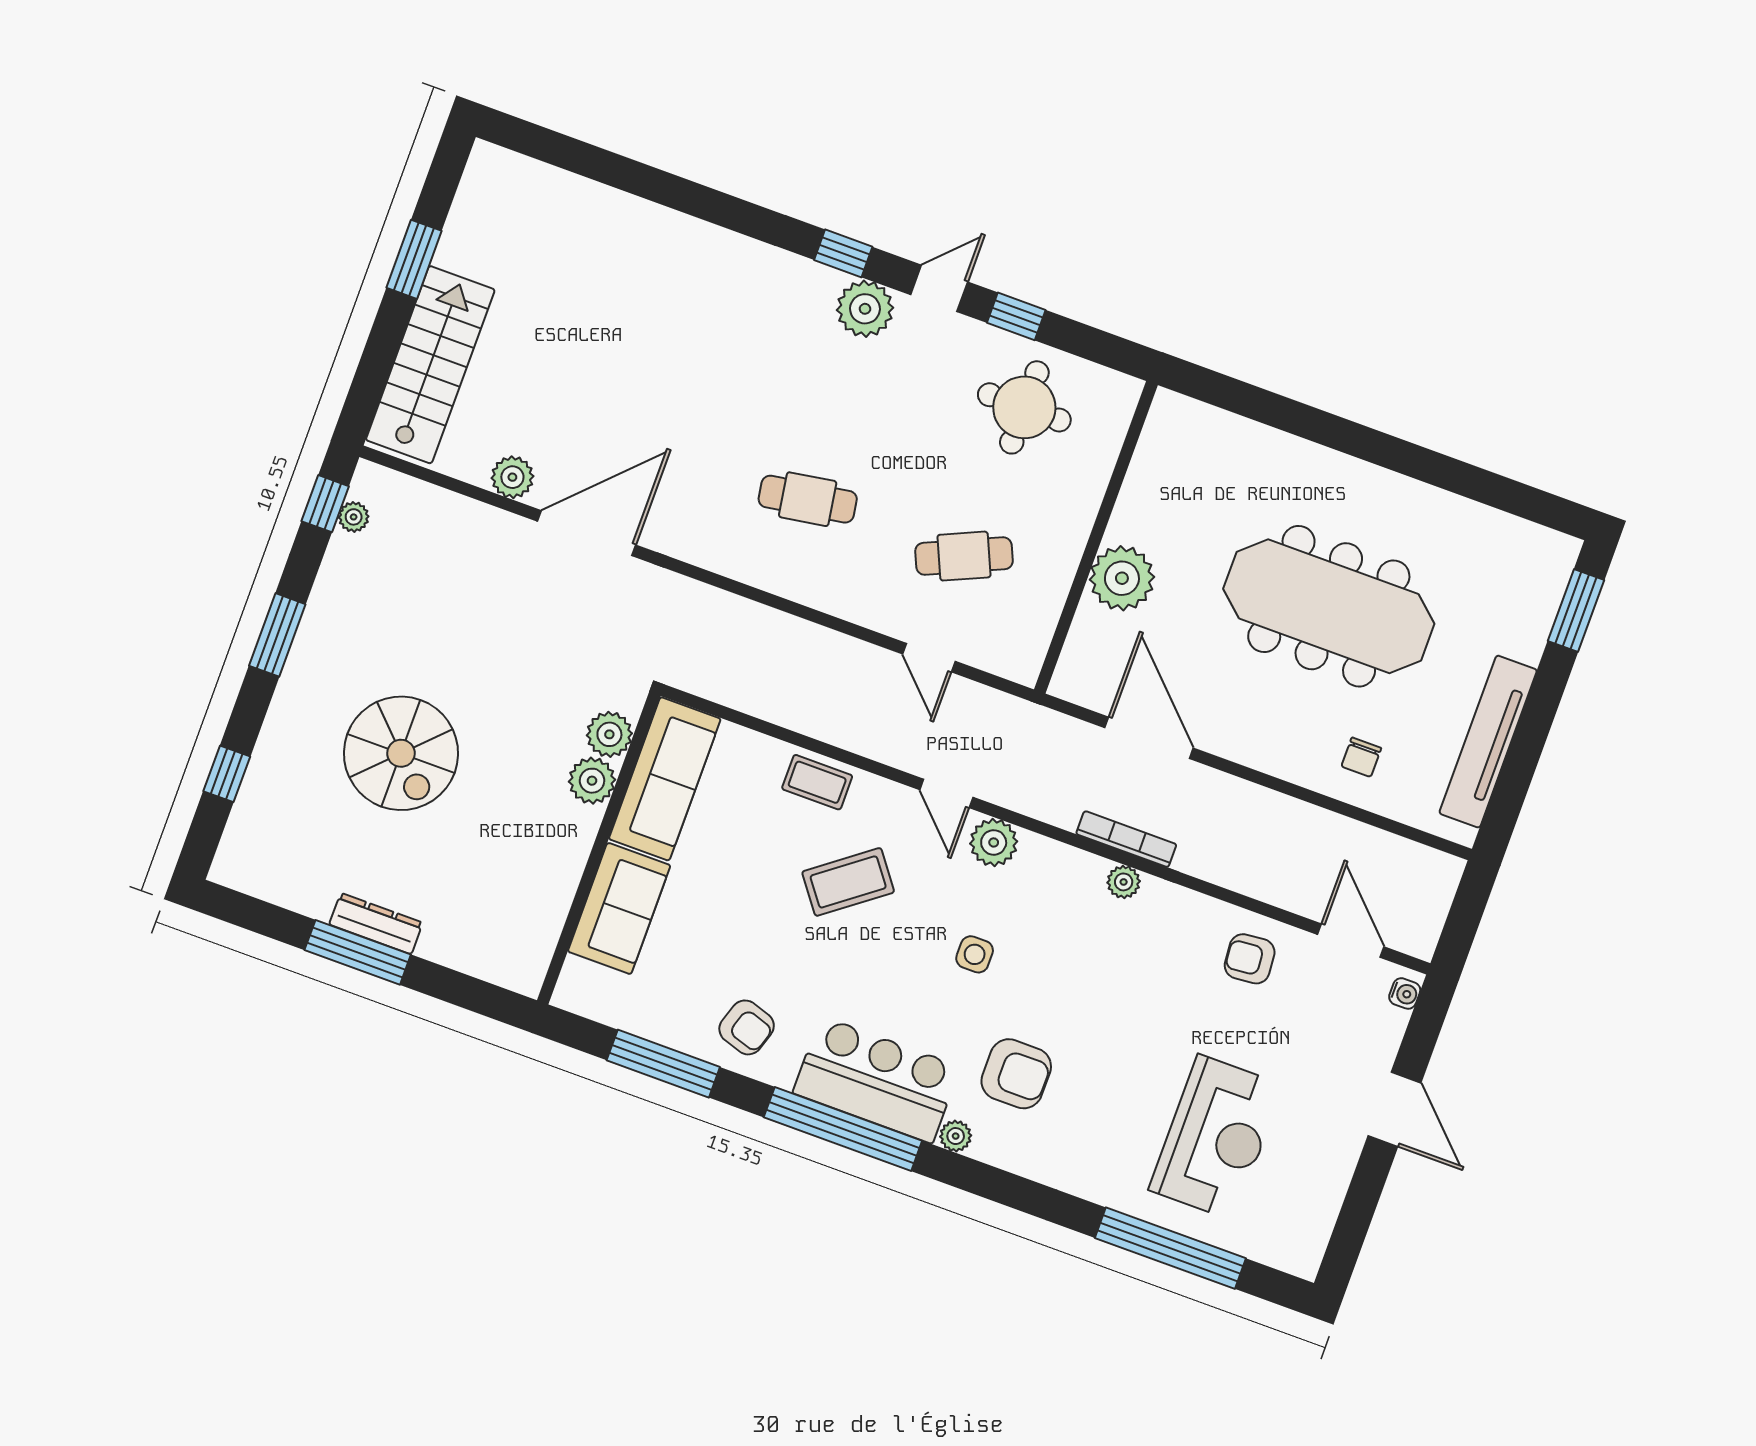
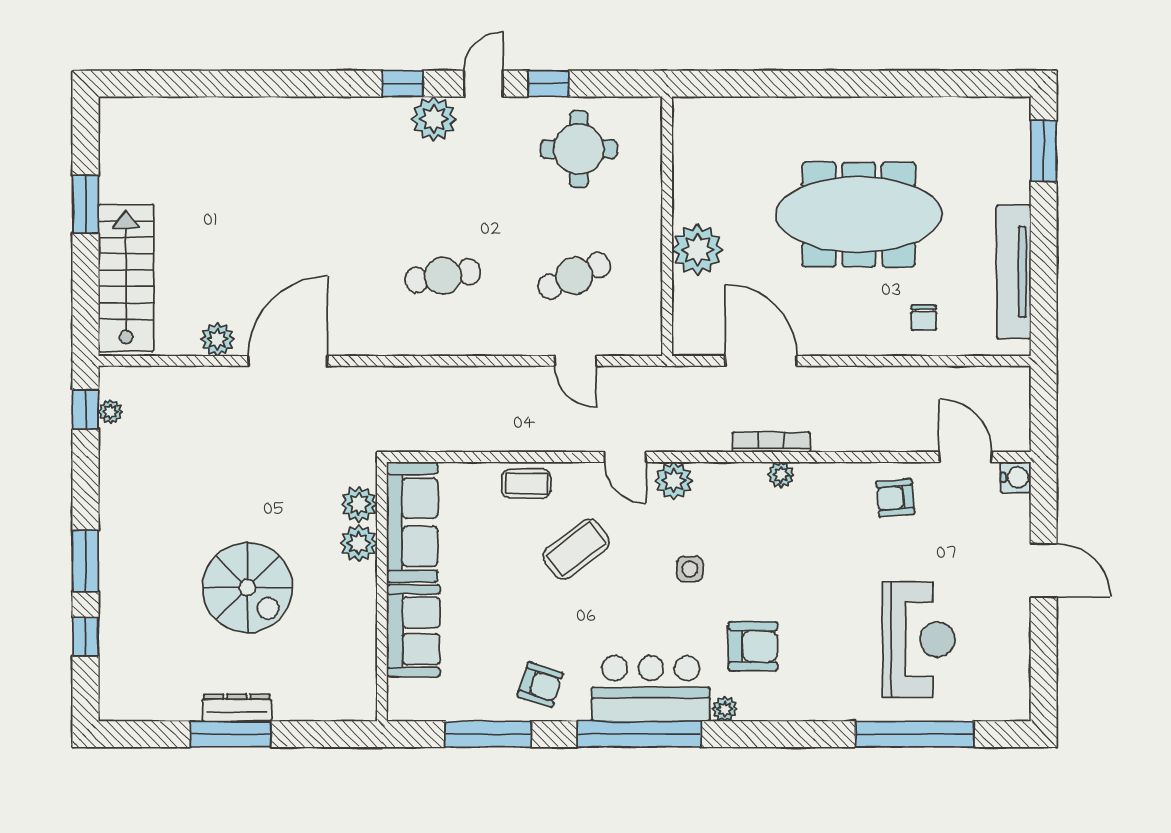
window: (277, 635) -> (85, 561), moved
spiral stairs: (401, 753) -> (247, 588), moved
water cooler: (1405, 993) -> (1016, 477), width x1.38, depth x1.38

